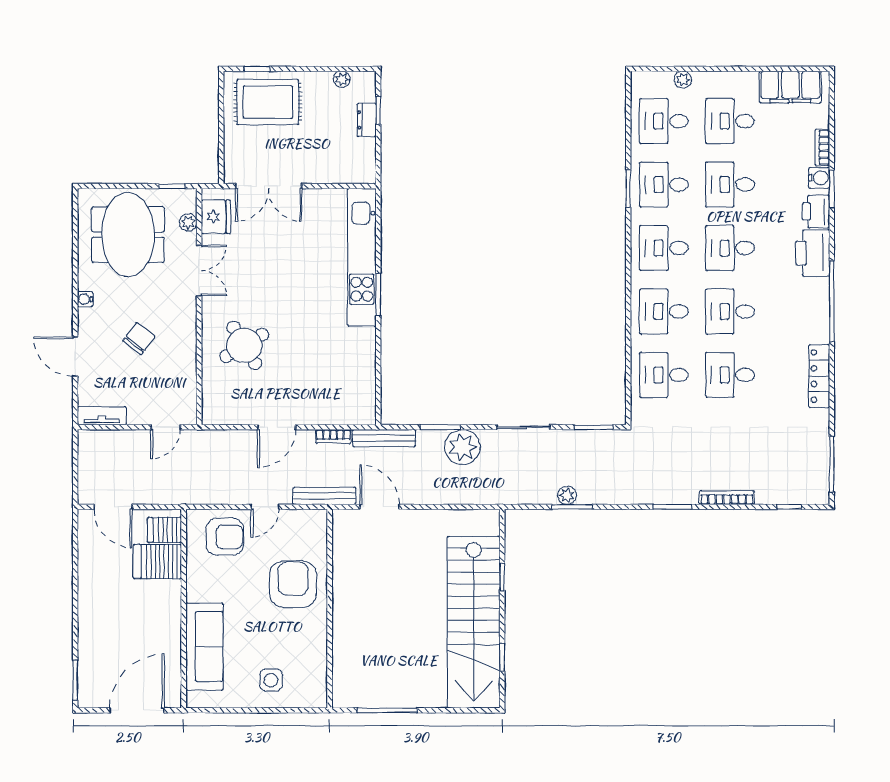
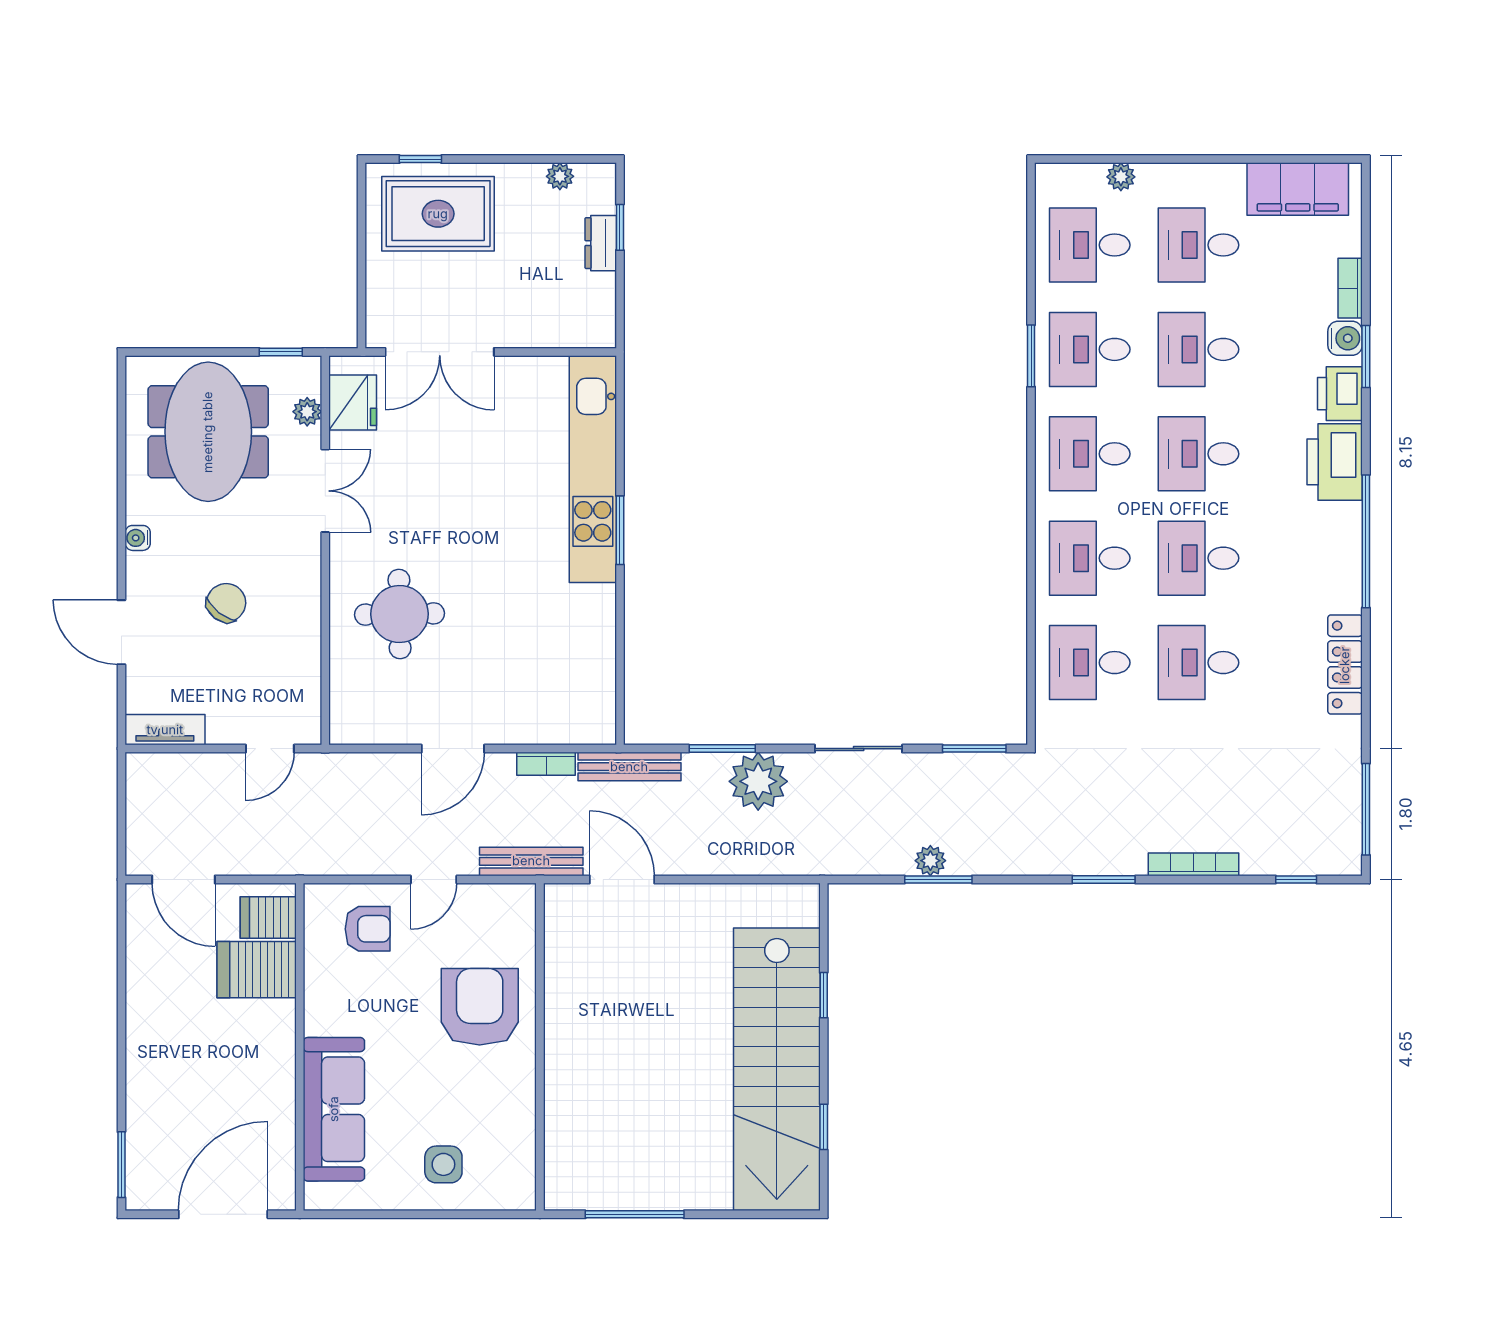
round table: (244, 345) -> (399, 614), turned 30
armchair: (225, 537) -> (368, 929), width x0.72, depth x0.72

